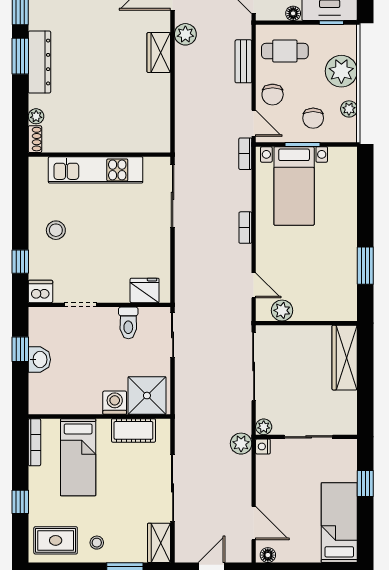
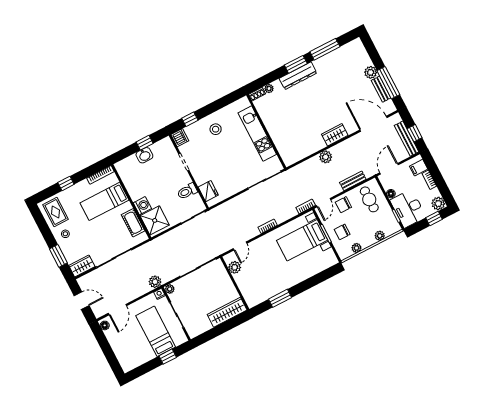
plant: (185, 34) -> (326, 157), moved
plant: (341, 71) -> (380, 236), width x0.53, depth x0.53
bed: (339, 523) -> (156, 331), moved, turned -90

